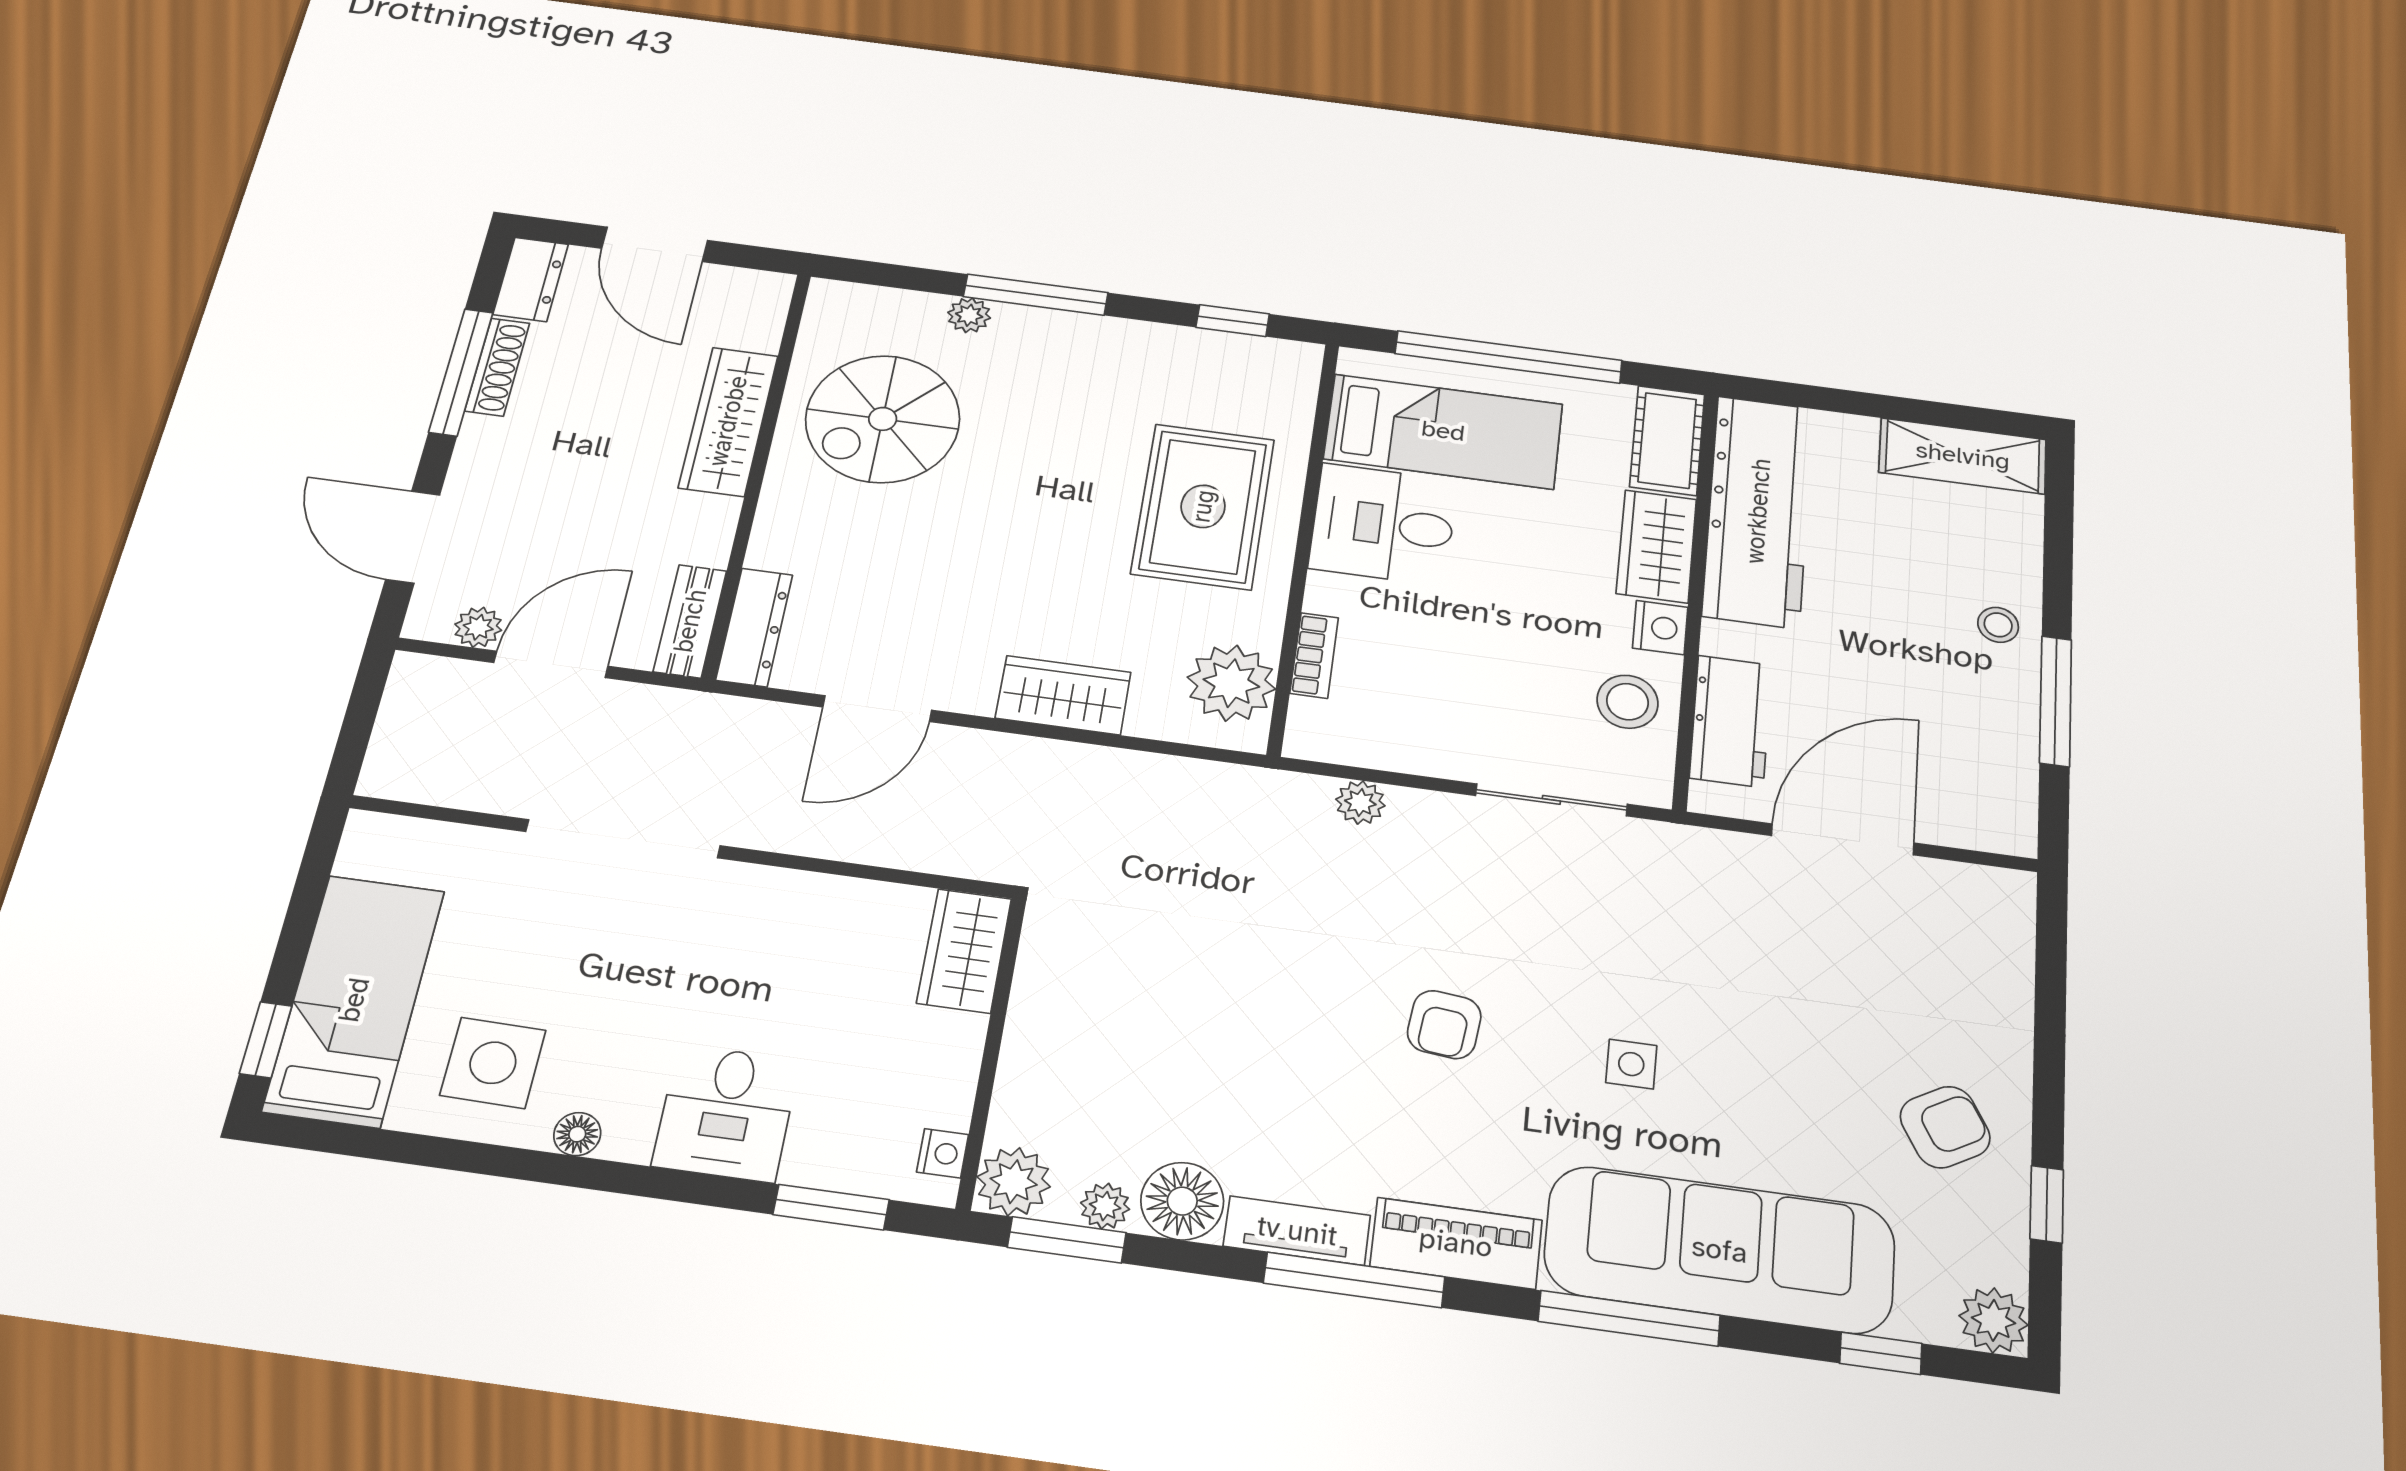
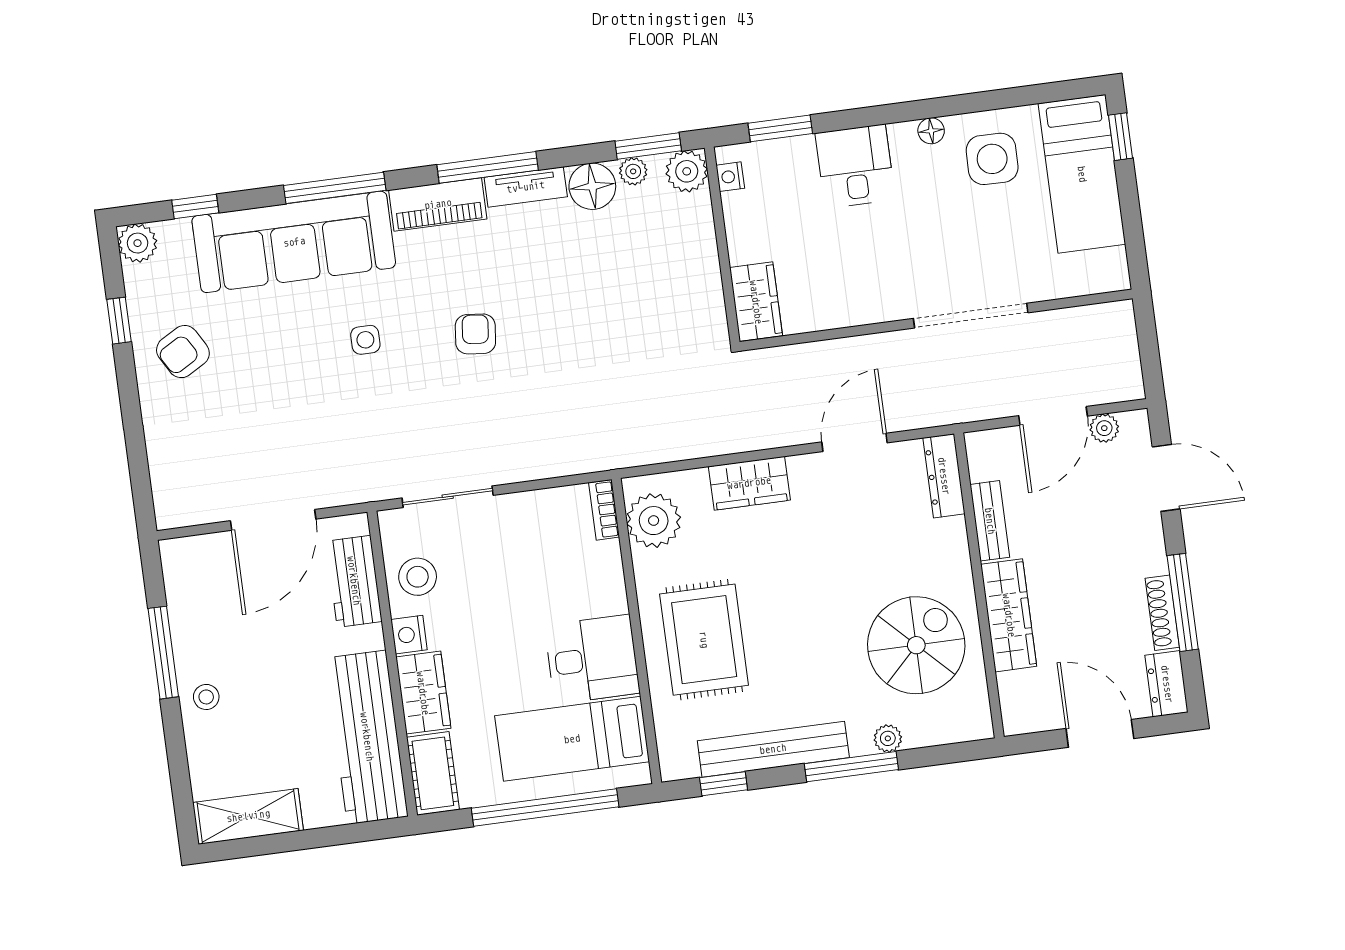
bench: (1144, 344) -> (773, 749), added
bench: (690, 621) -> (990, 521), moved
bookcase: (1314, 655) -> (604, 510), moved
plant: (1360, 802) -> (558, 462), removed

